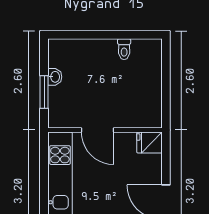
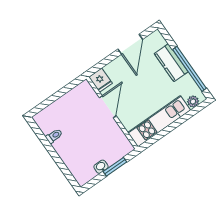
door: (98, 130) -> (108, 107), moved

